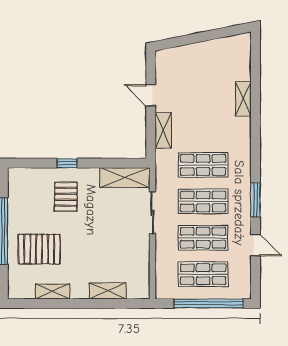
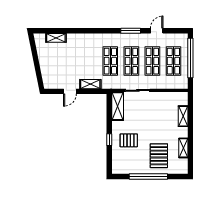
shelving: (243, 99) -> (56, 38), moved

